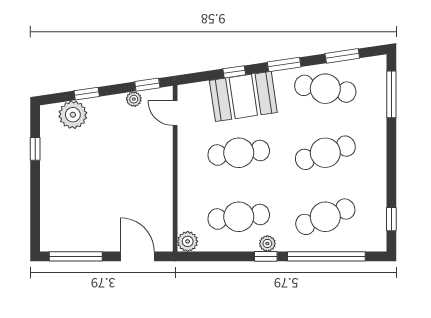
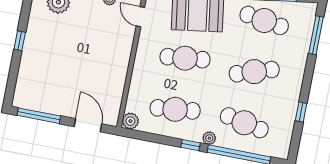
window: (35, 149) -> (20, 41), moved
cafe table: (325, 217) -> (244, 123), turned 33
window: (391, 219) -> (301, 112), moved
plant: (267, 243) -> (209, 138), moved

